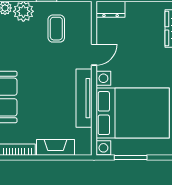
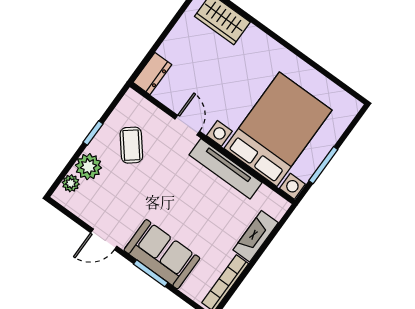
coffee table: (56, 29) -> (131, 145), turned 51

